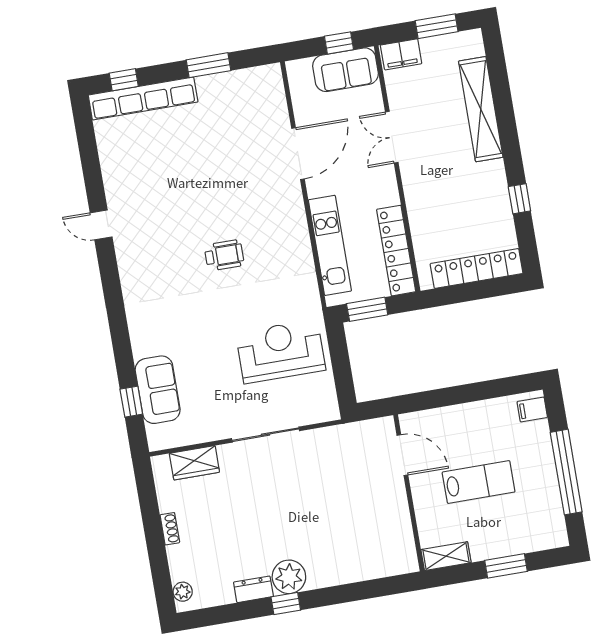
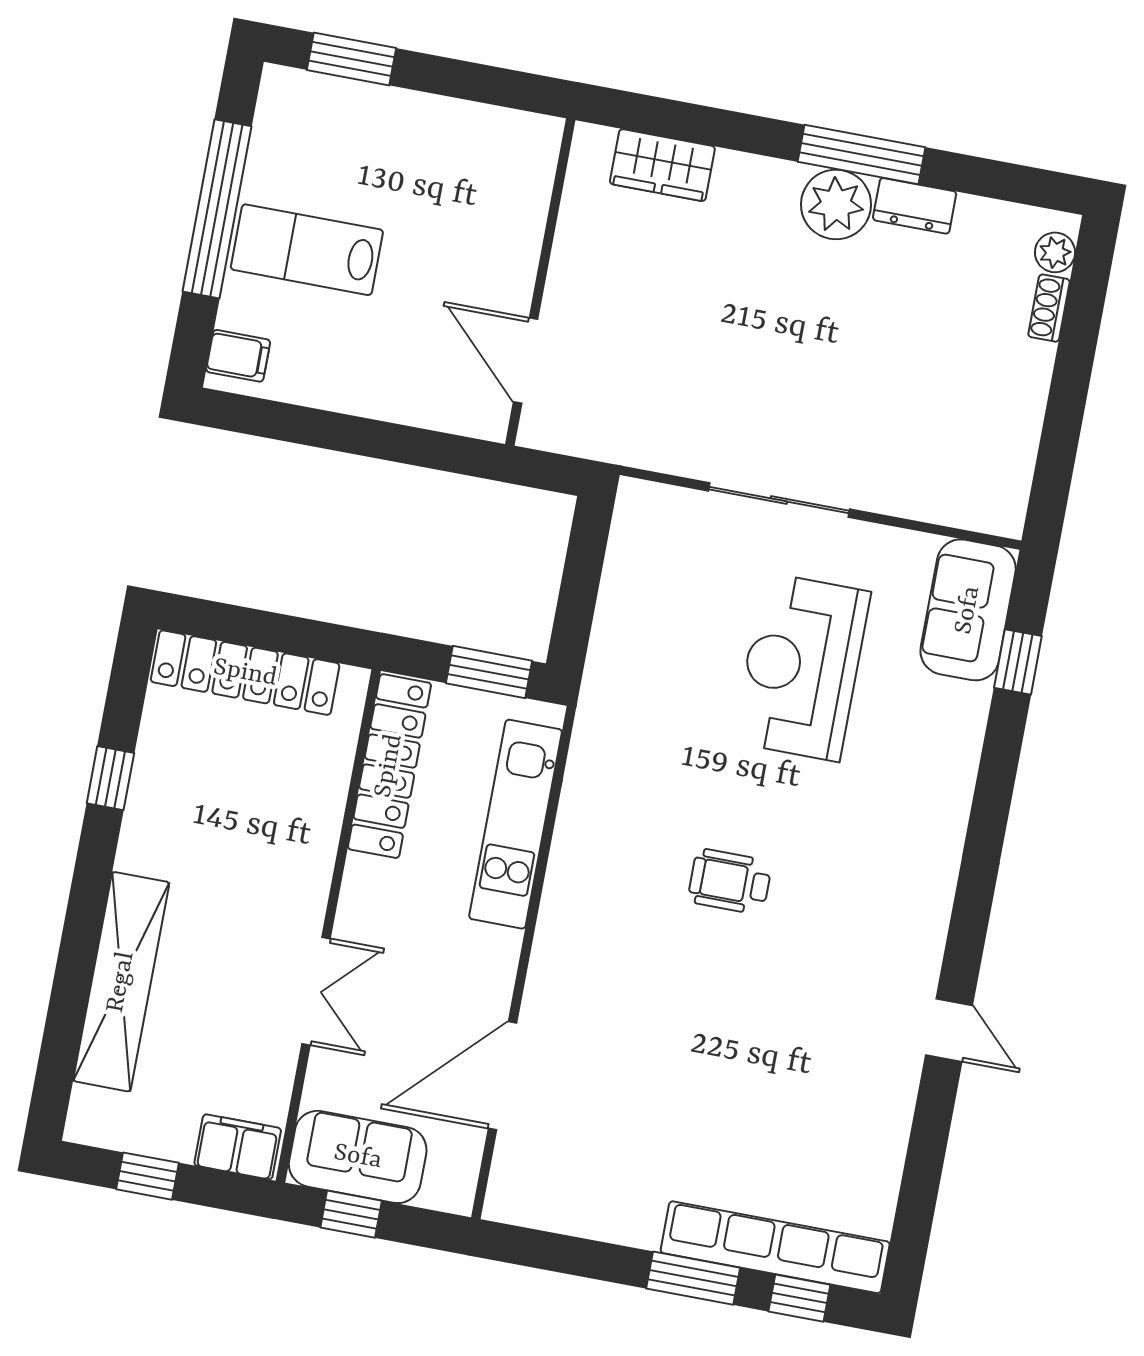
window: (437, 26) -> (148, 1176), width x0.67
window: (209, 65) -> (693, 1278), moved
door: (298, 154) -> (502, 1076), moved
reception desk: (281, 351) -> (802, 667), moved, turned 90
sofa: (158, 390) -> (968, 610), moved
wardrobe: (194, 463) -> (662, 165), moved, turned 180
lab bench: (479, 482) -> (307, 250), moved
shoe rack: (170, 529) -> (1049, 308), moved
shelving: (446, 556) -> (513, 131), removed
window: (506, 566) -> (352, 59), moved
window: (286, 604) -> (862, 154), width x2.17

